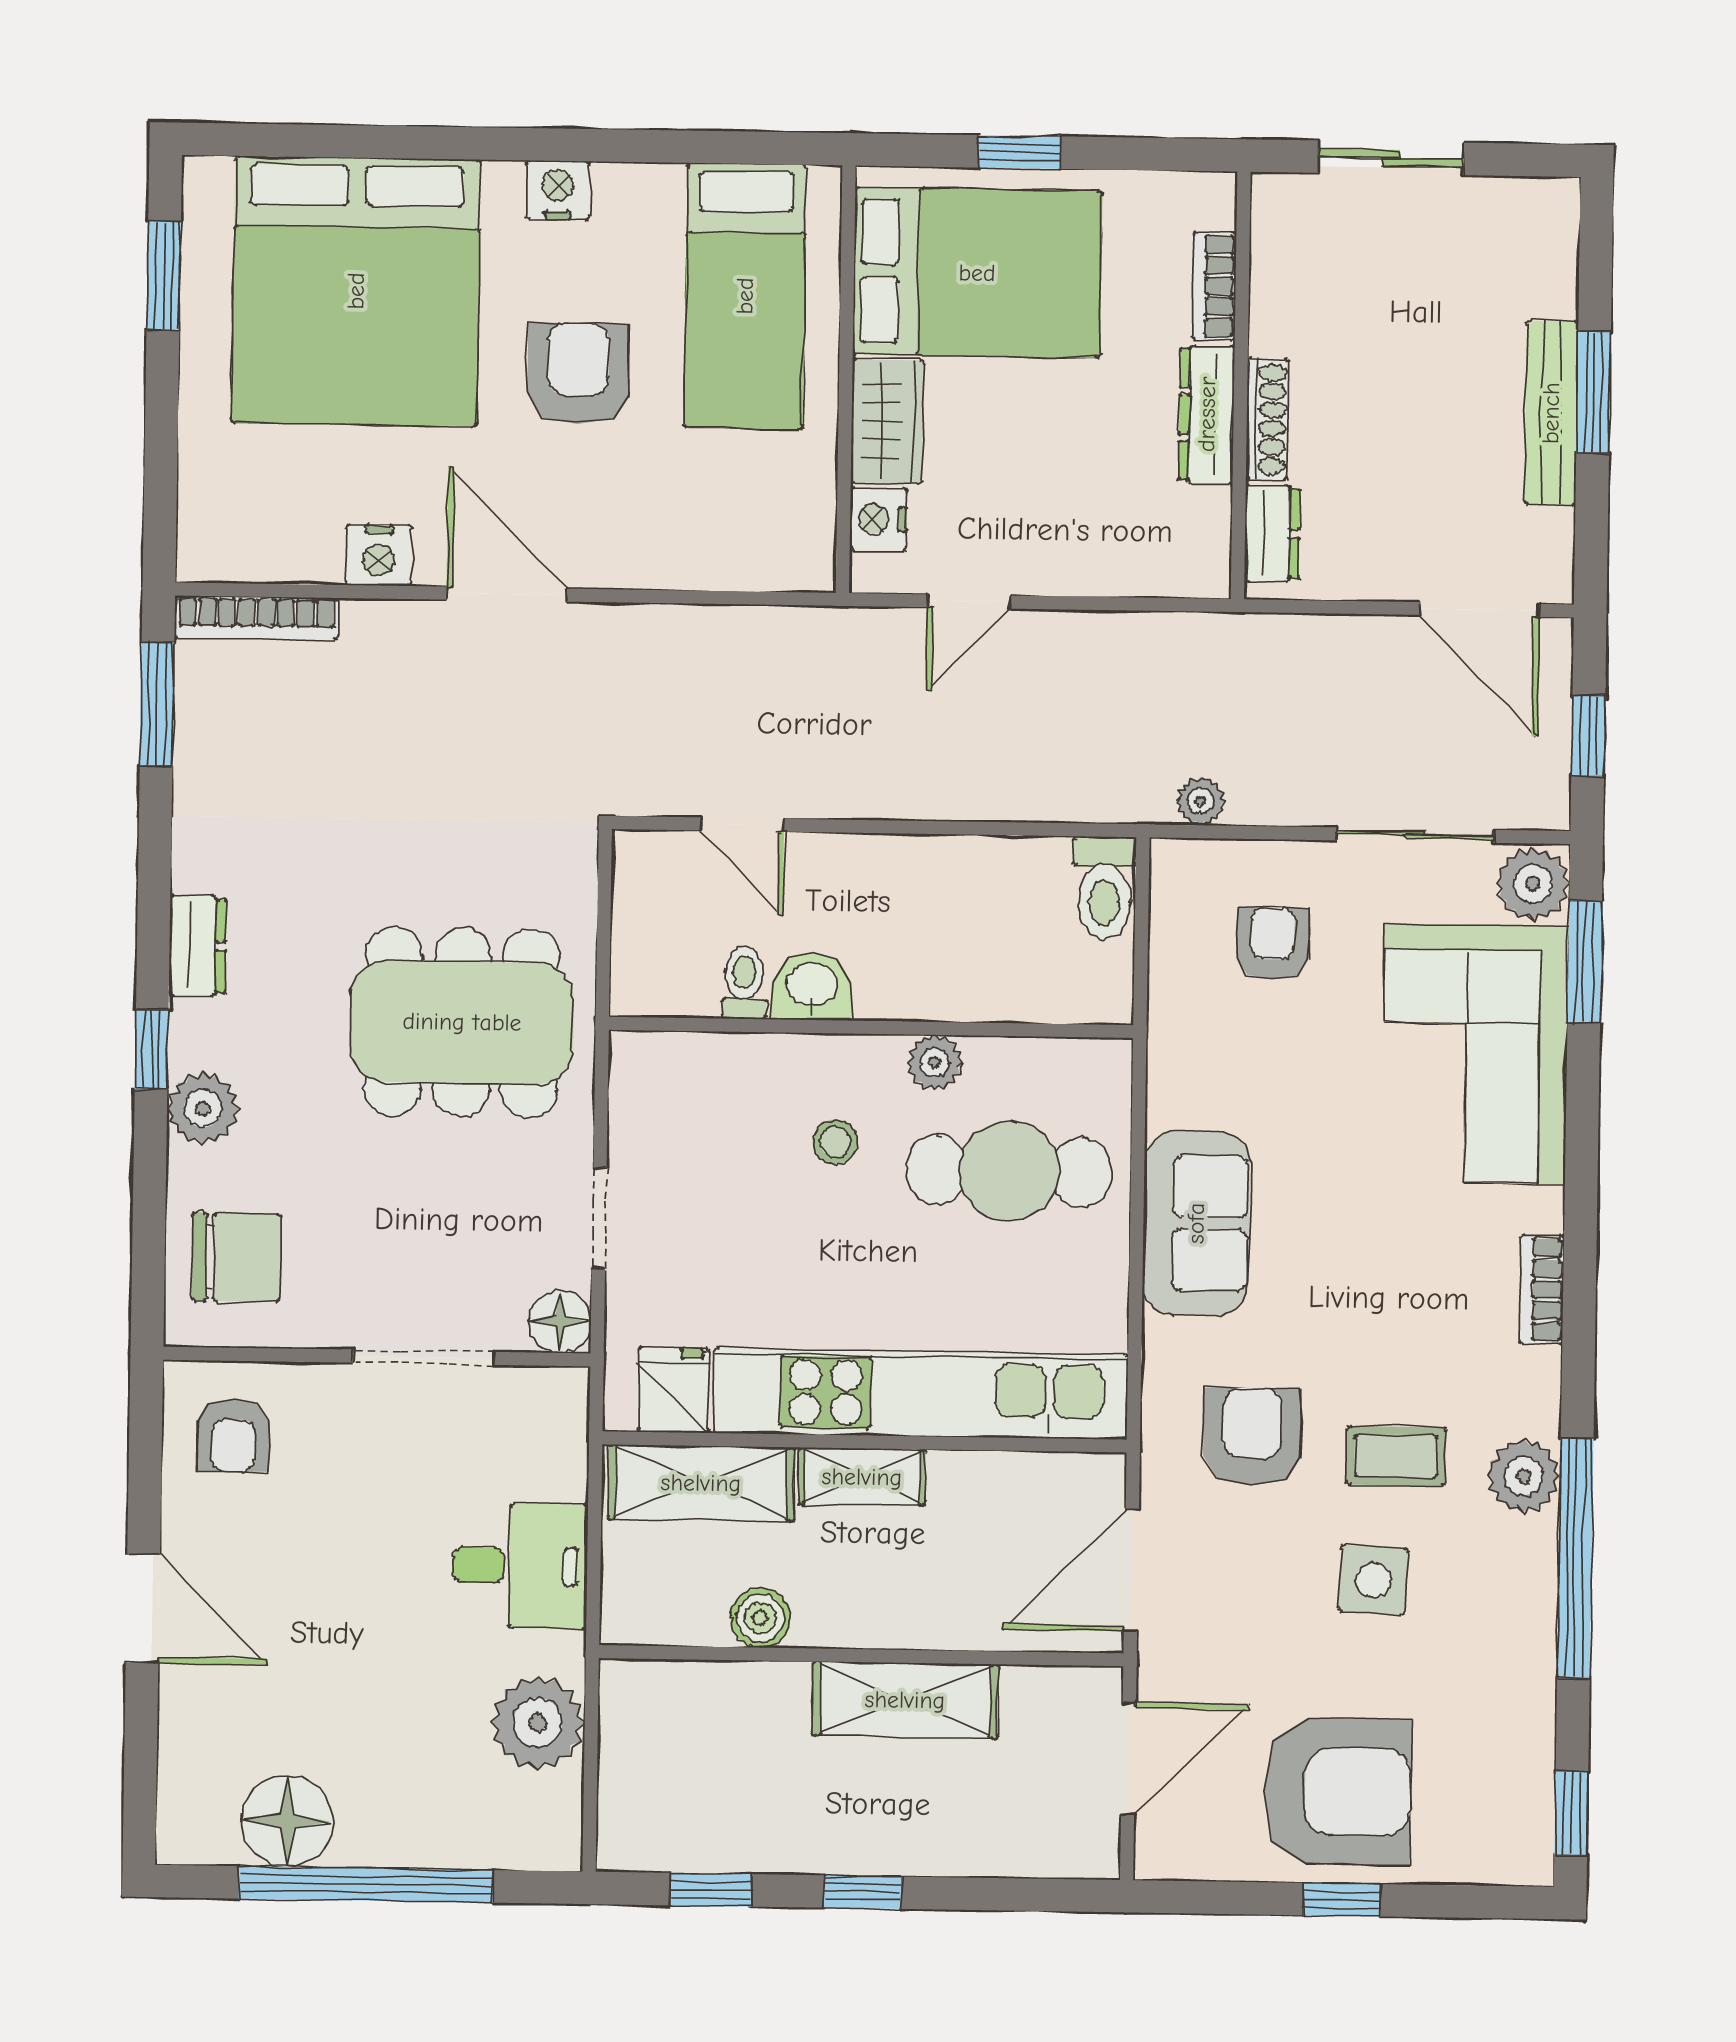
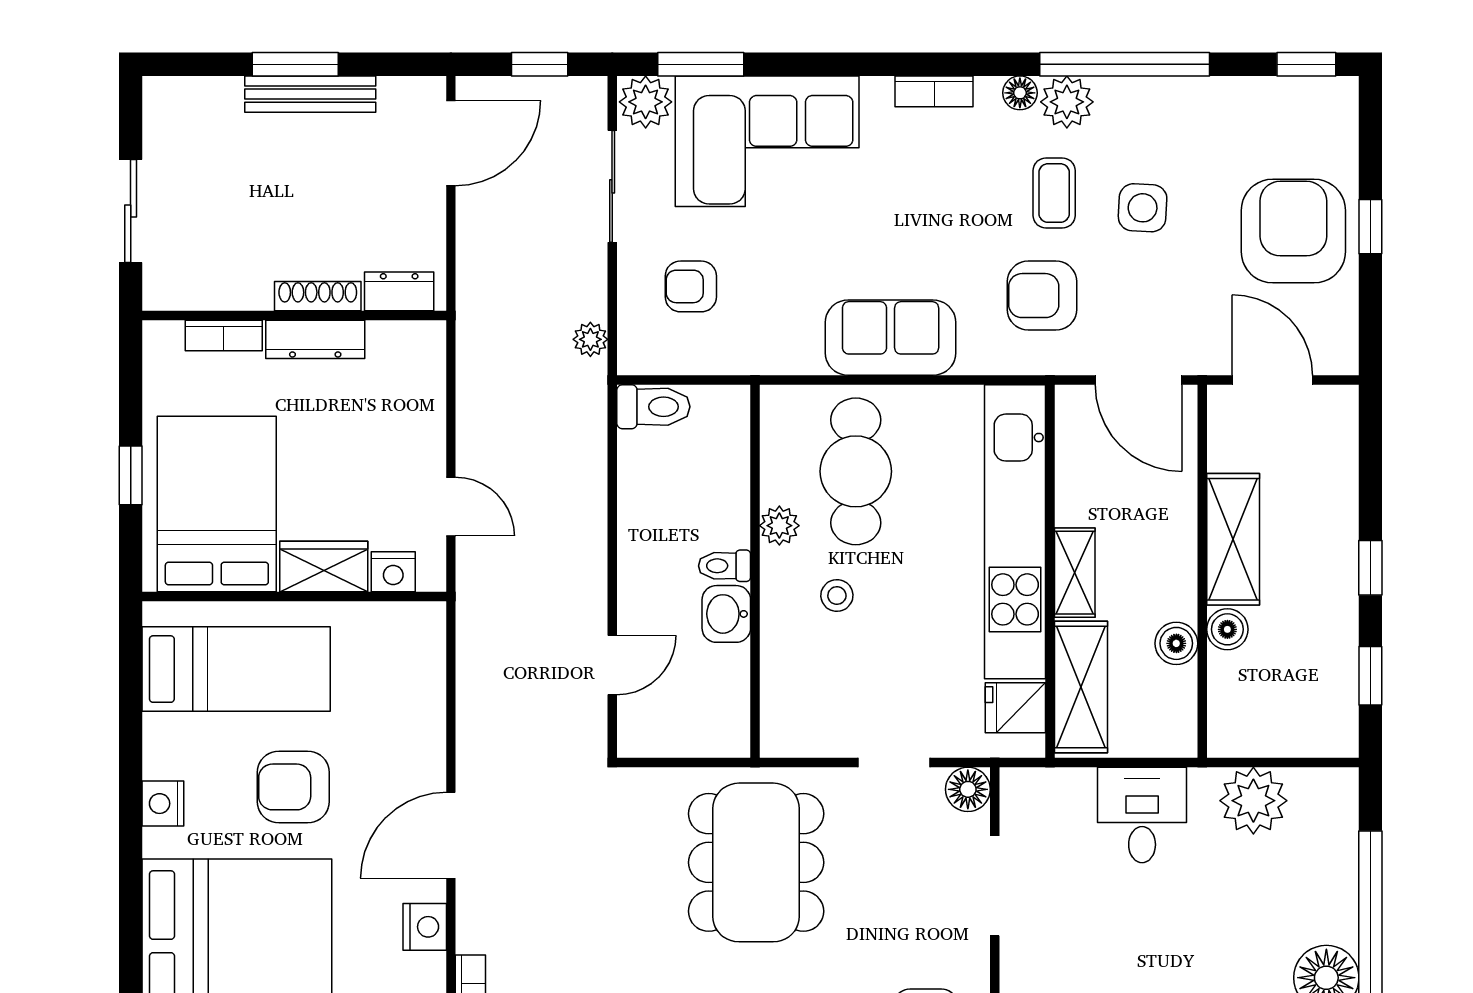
toilet: (744, 982) -> (725, 566), moved
floor lamp: (1537, 1410) -> (1020, 93), added
boiler: (779, 1690) -> (1227, 629), added

